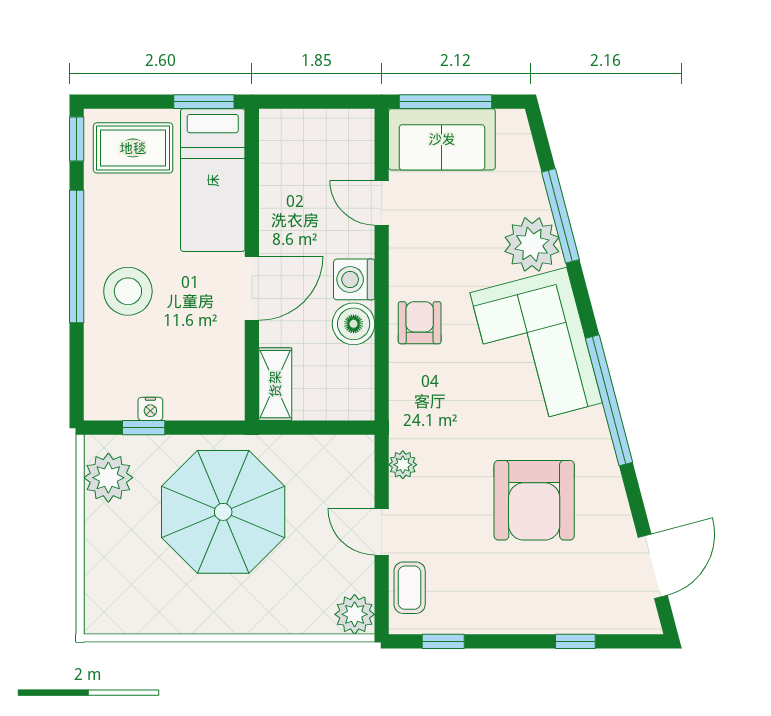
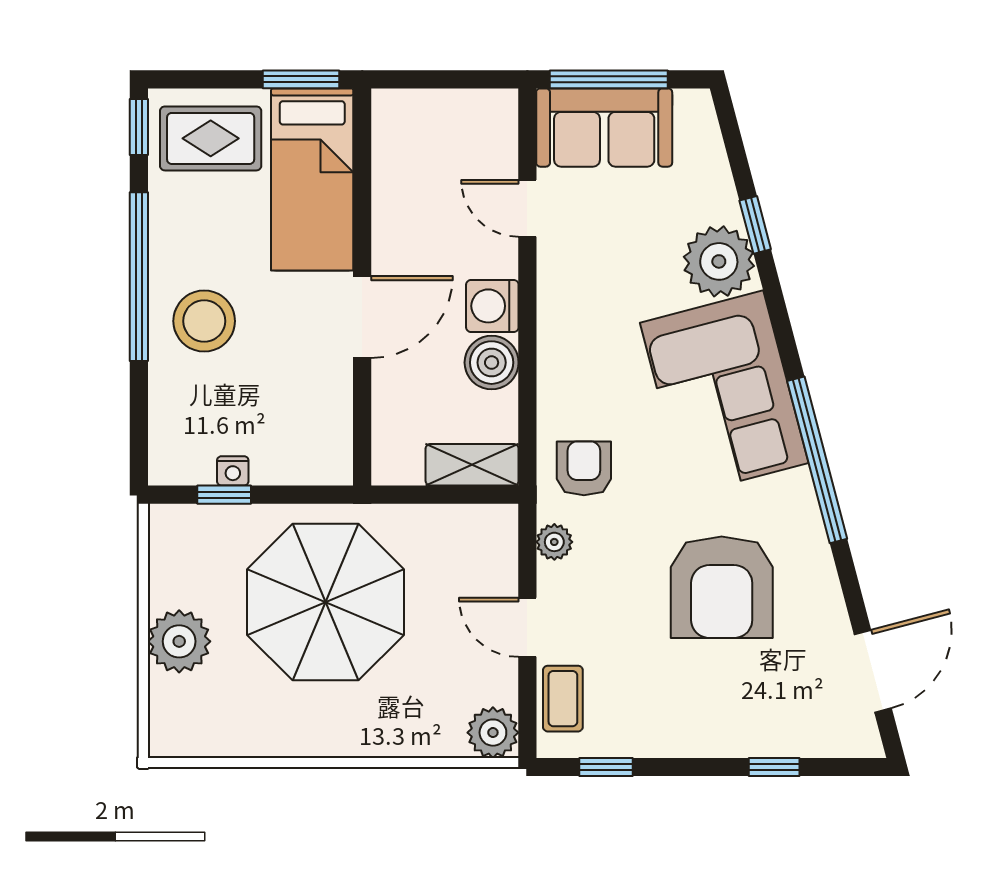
window: (560, 216) -> (755, 225), width x0.46
armchair: (420, 323) -> (584, 468), moved
shelving: (275, 384) -> (472, 465), moved, turned 90
plant: (108, 478) -> (179, 641), moved

